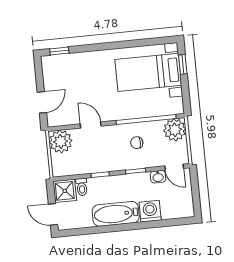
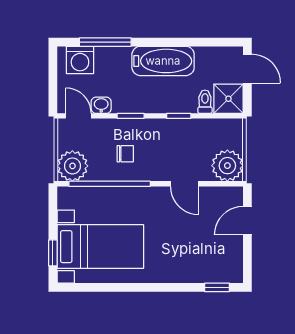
washing machine: (150, 211) -> (80, 60), moved
window: (160, 224) -> (105, 42), added

